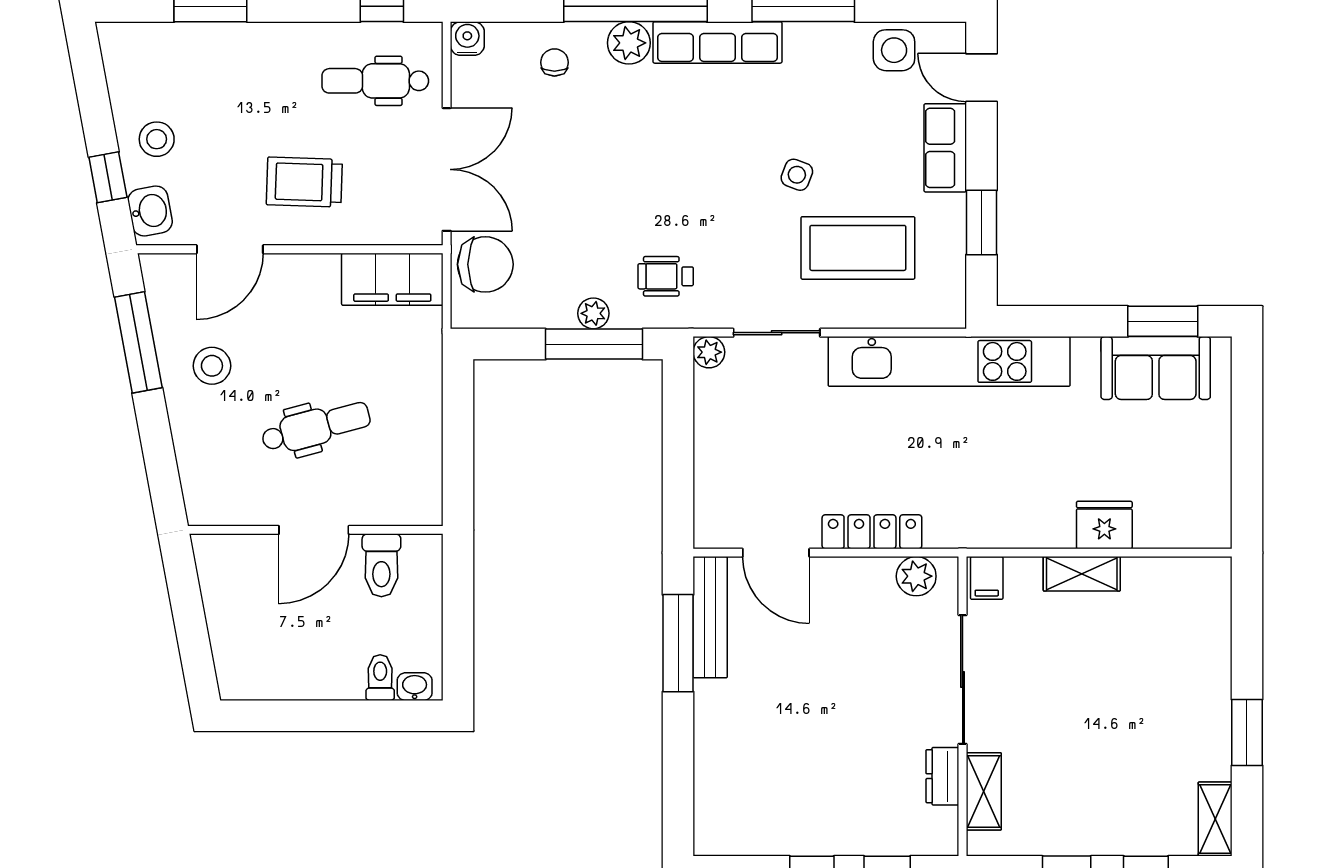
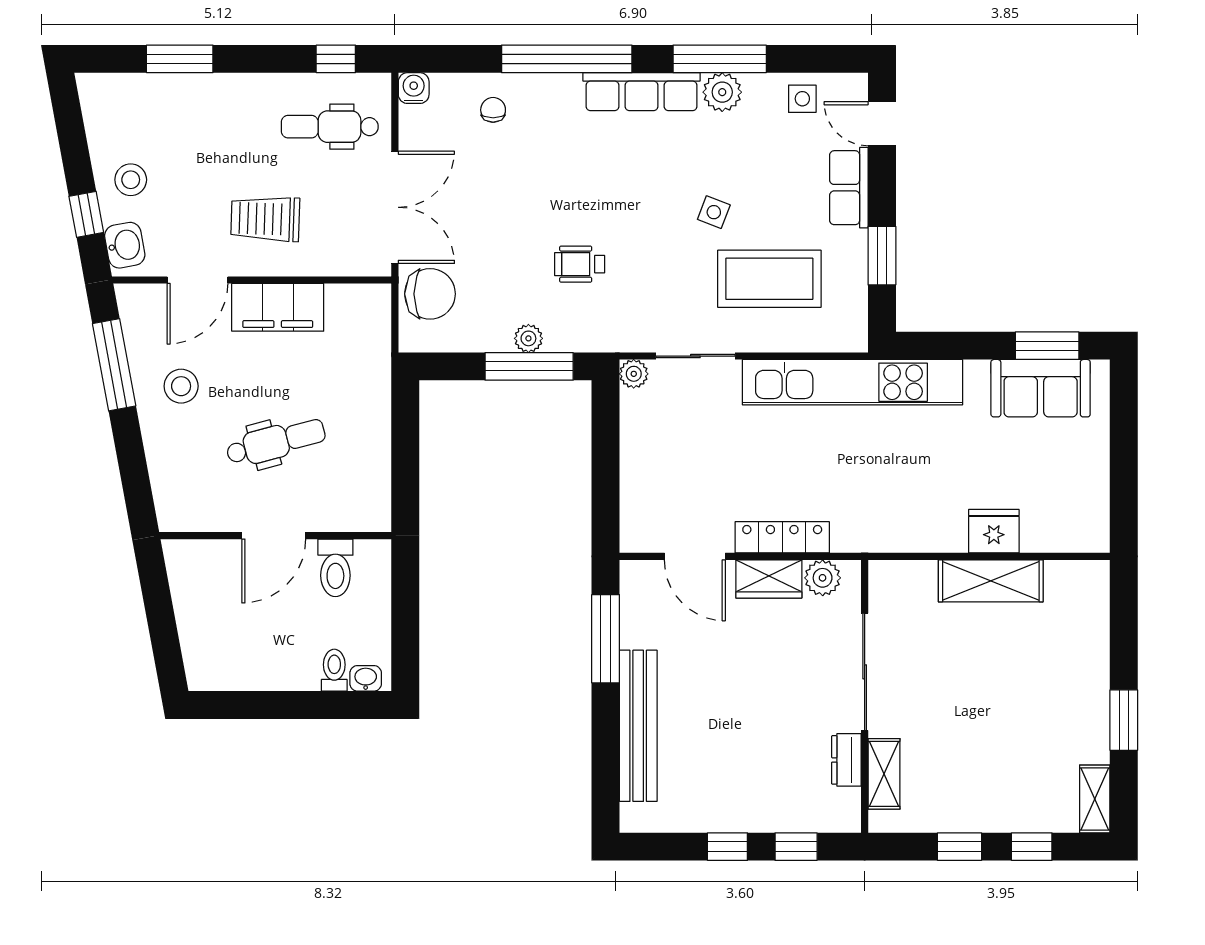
plant: (629, 43) -> (722, 92), moved
side table: (894, 50) -> (802, 99), width x0.73, depth x0.73
wheelchair: (666, 276) -> (580, 264), moved
filing cabinet: (392, 279) -> (278, 307), moved
shelving: (1082, 574) -> (991, 581), width x1.50, depth x1.33
wardrobe: (857, 577) -> (769, 579), added
filing cabinet: (987, 578) -> (887, 579), removed
bench: (710, 617) -> (638, 726), moved, width x1.37, depth x1.21

